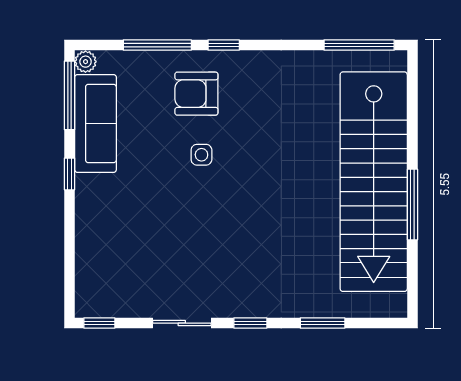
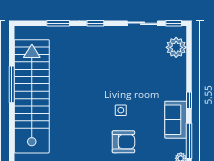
sofa: (95, 123) -> (176, 120), width x0.73
plant: (94, 276) -> (176, 47), added
sliding door: (182, 323) -> (143, 23), moved

